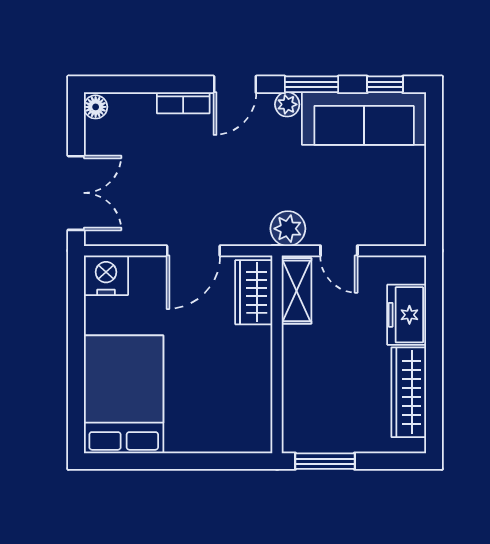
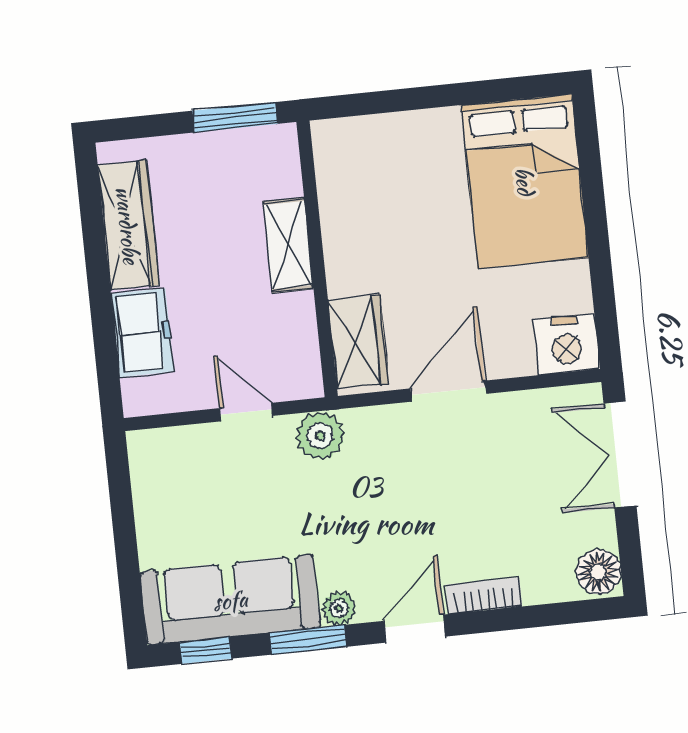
floor lamp: (96, 107) -> (599, 572), width x1.37, depth x1.37
shelving: (297, 291) -> (288, 245), moved

